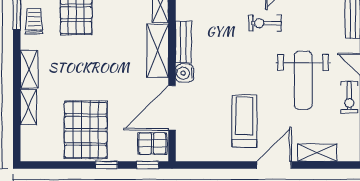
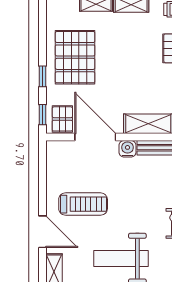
pallet: (86, 130) -> (75, 57), turned 90

